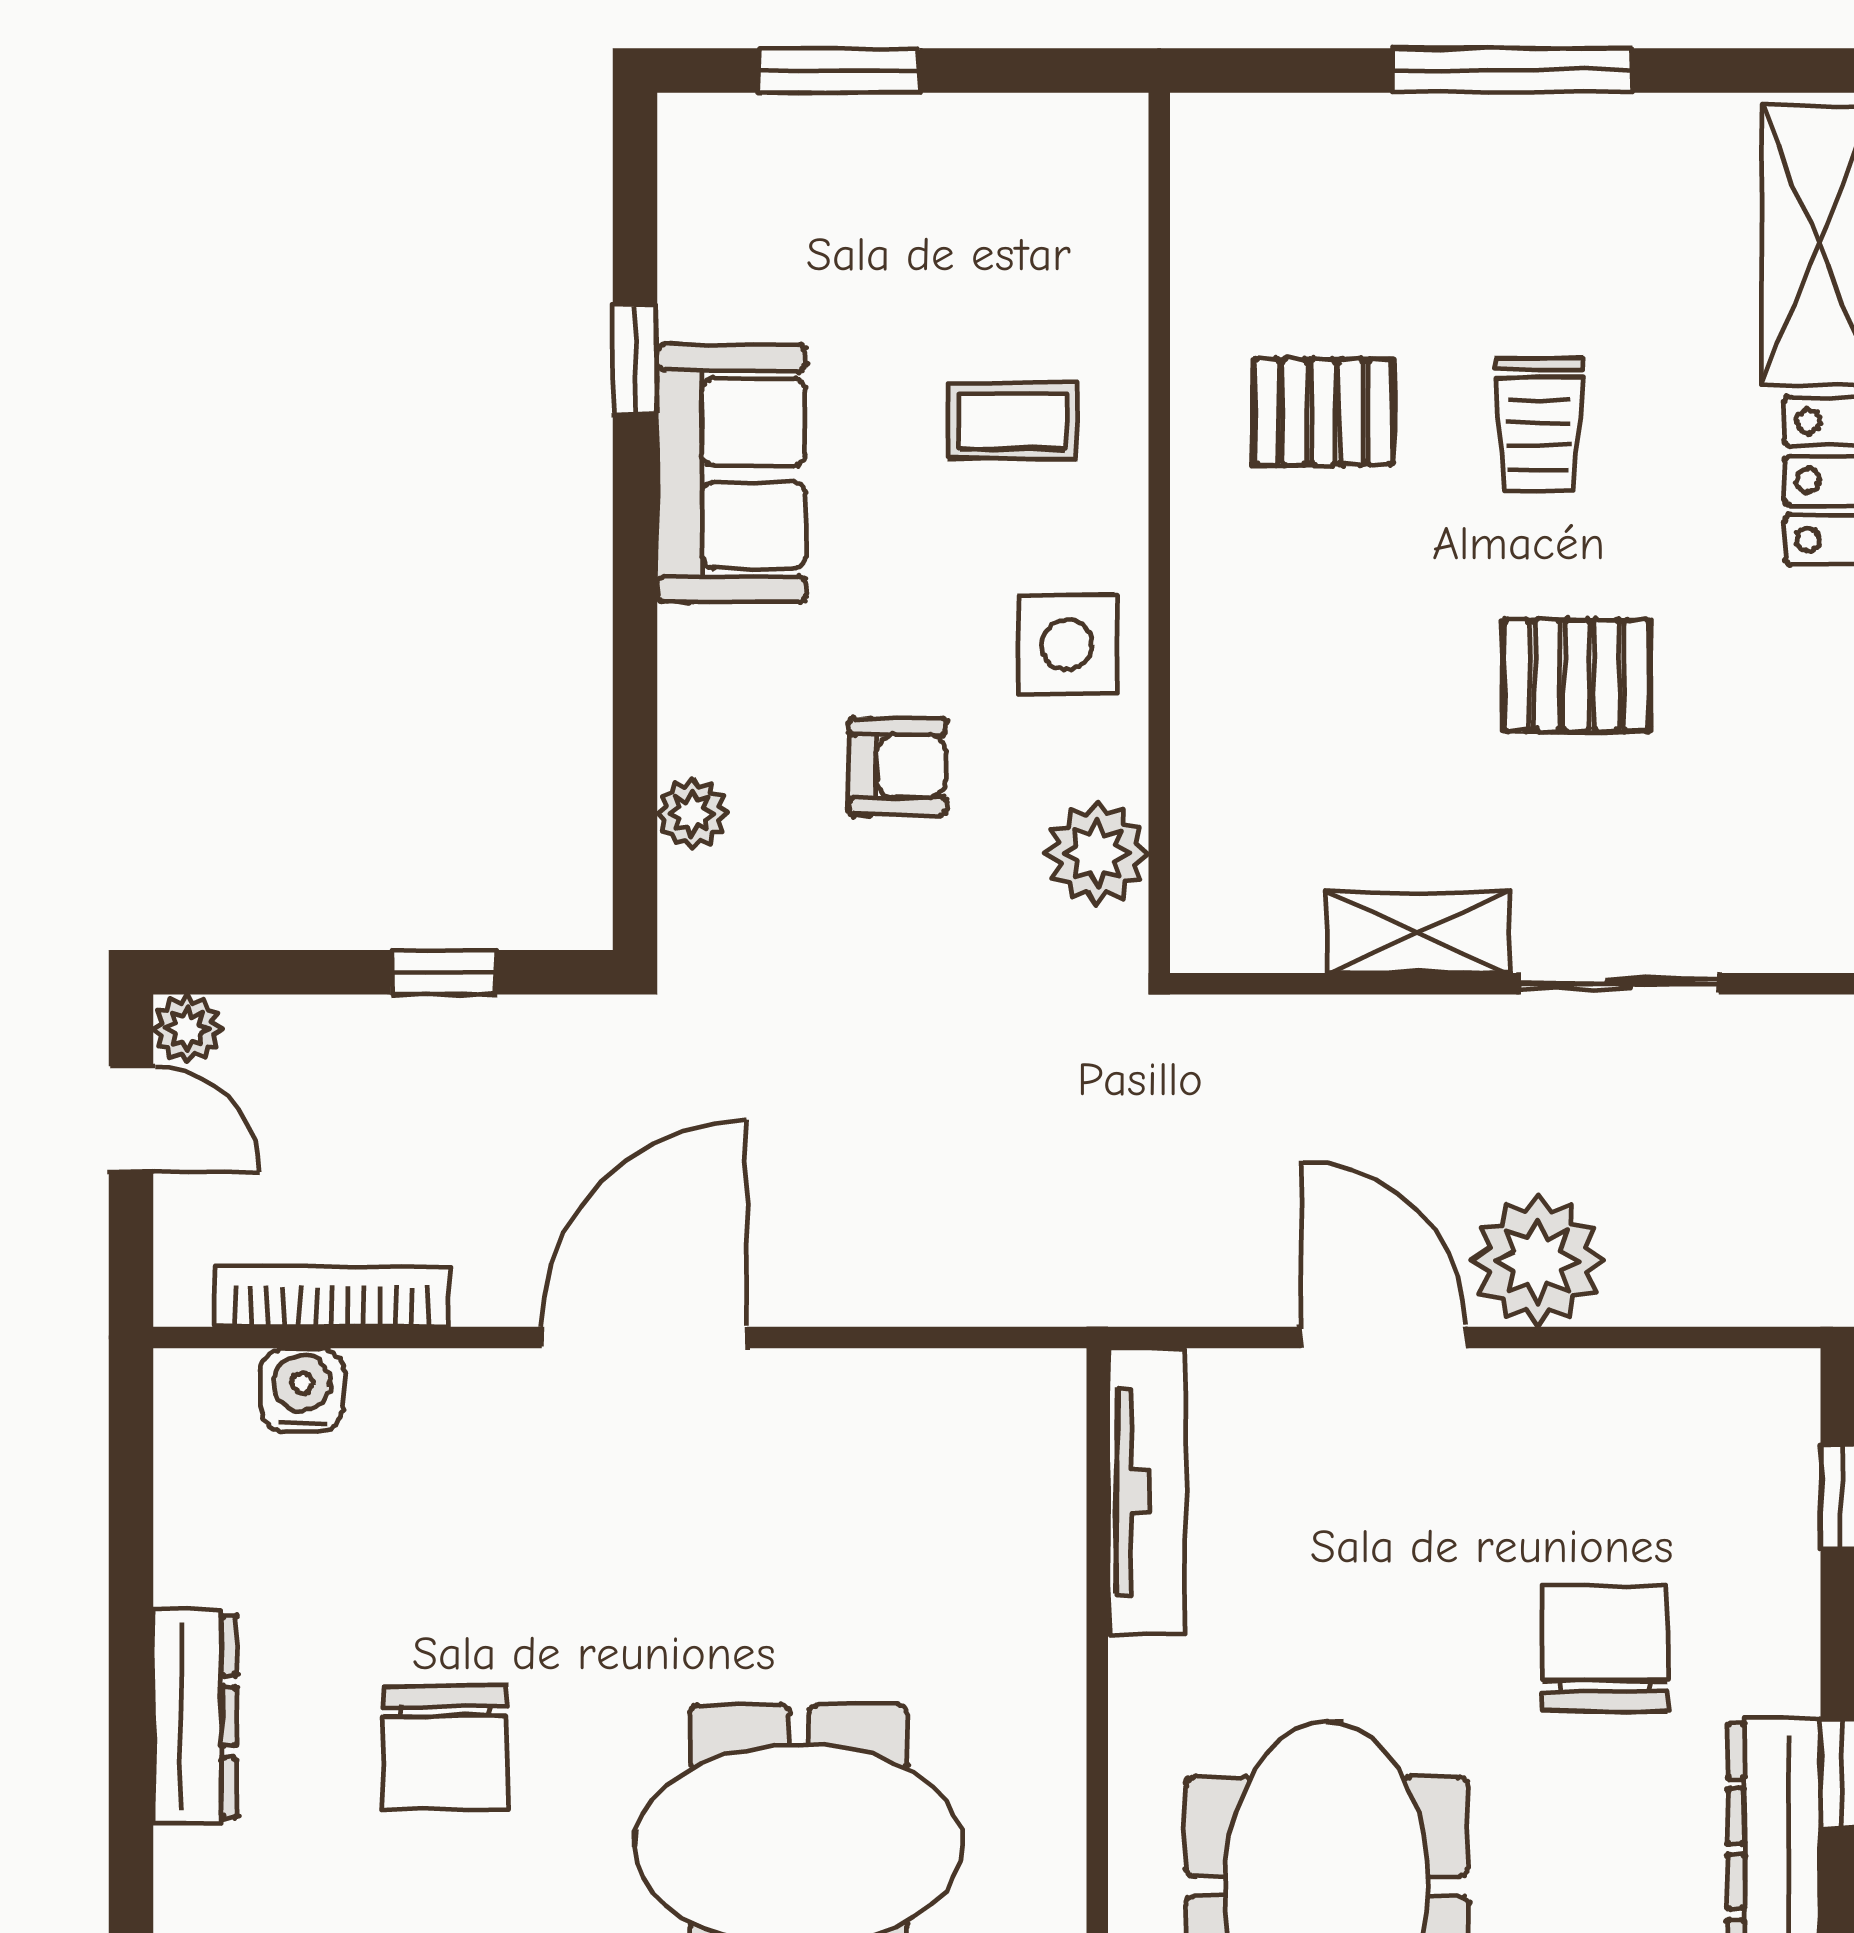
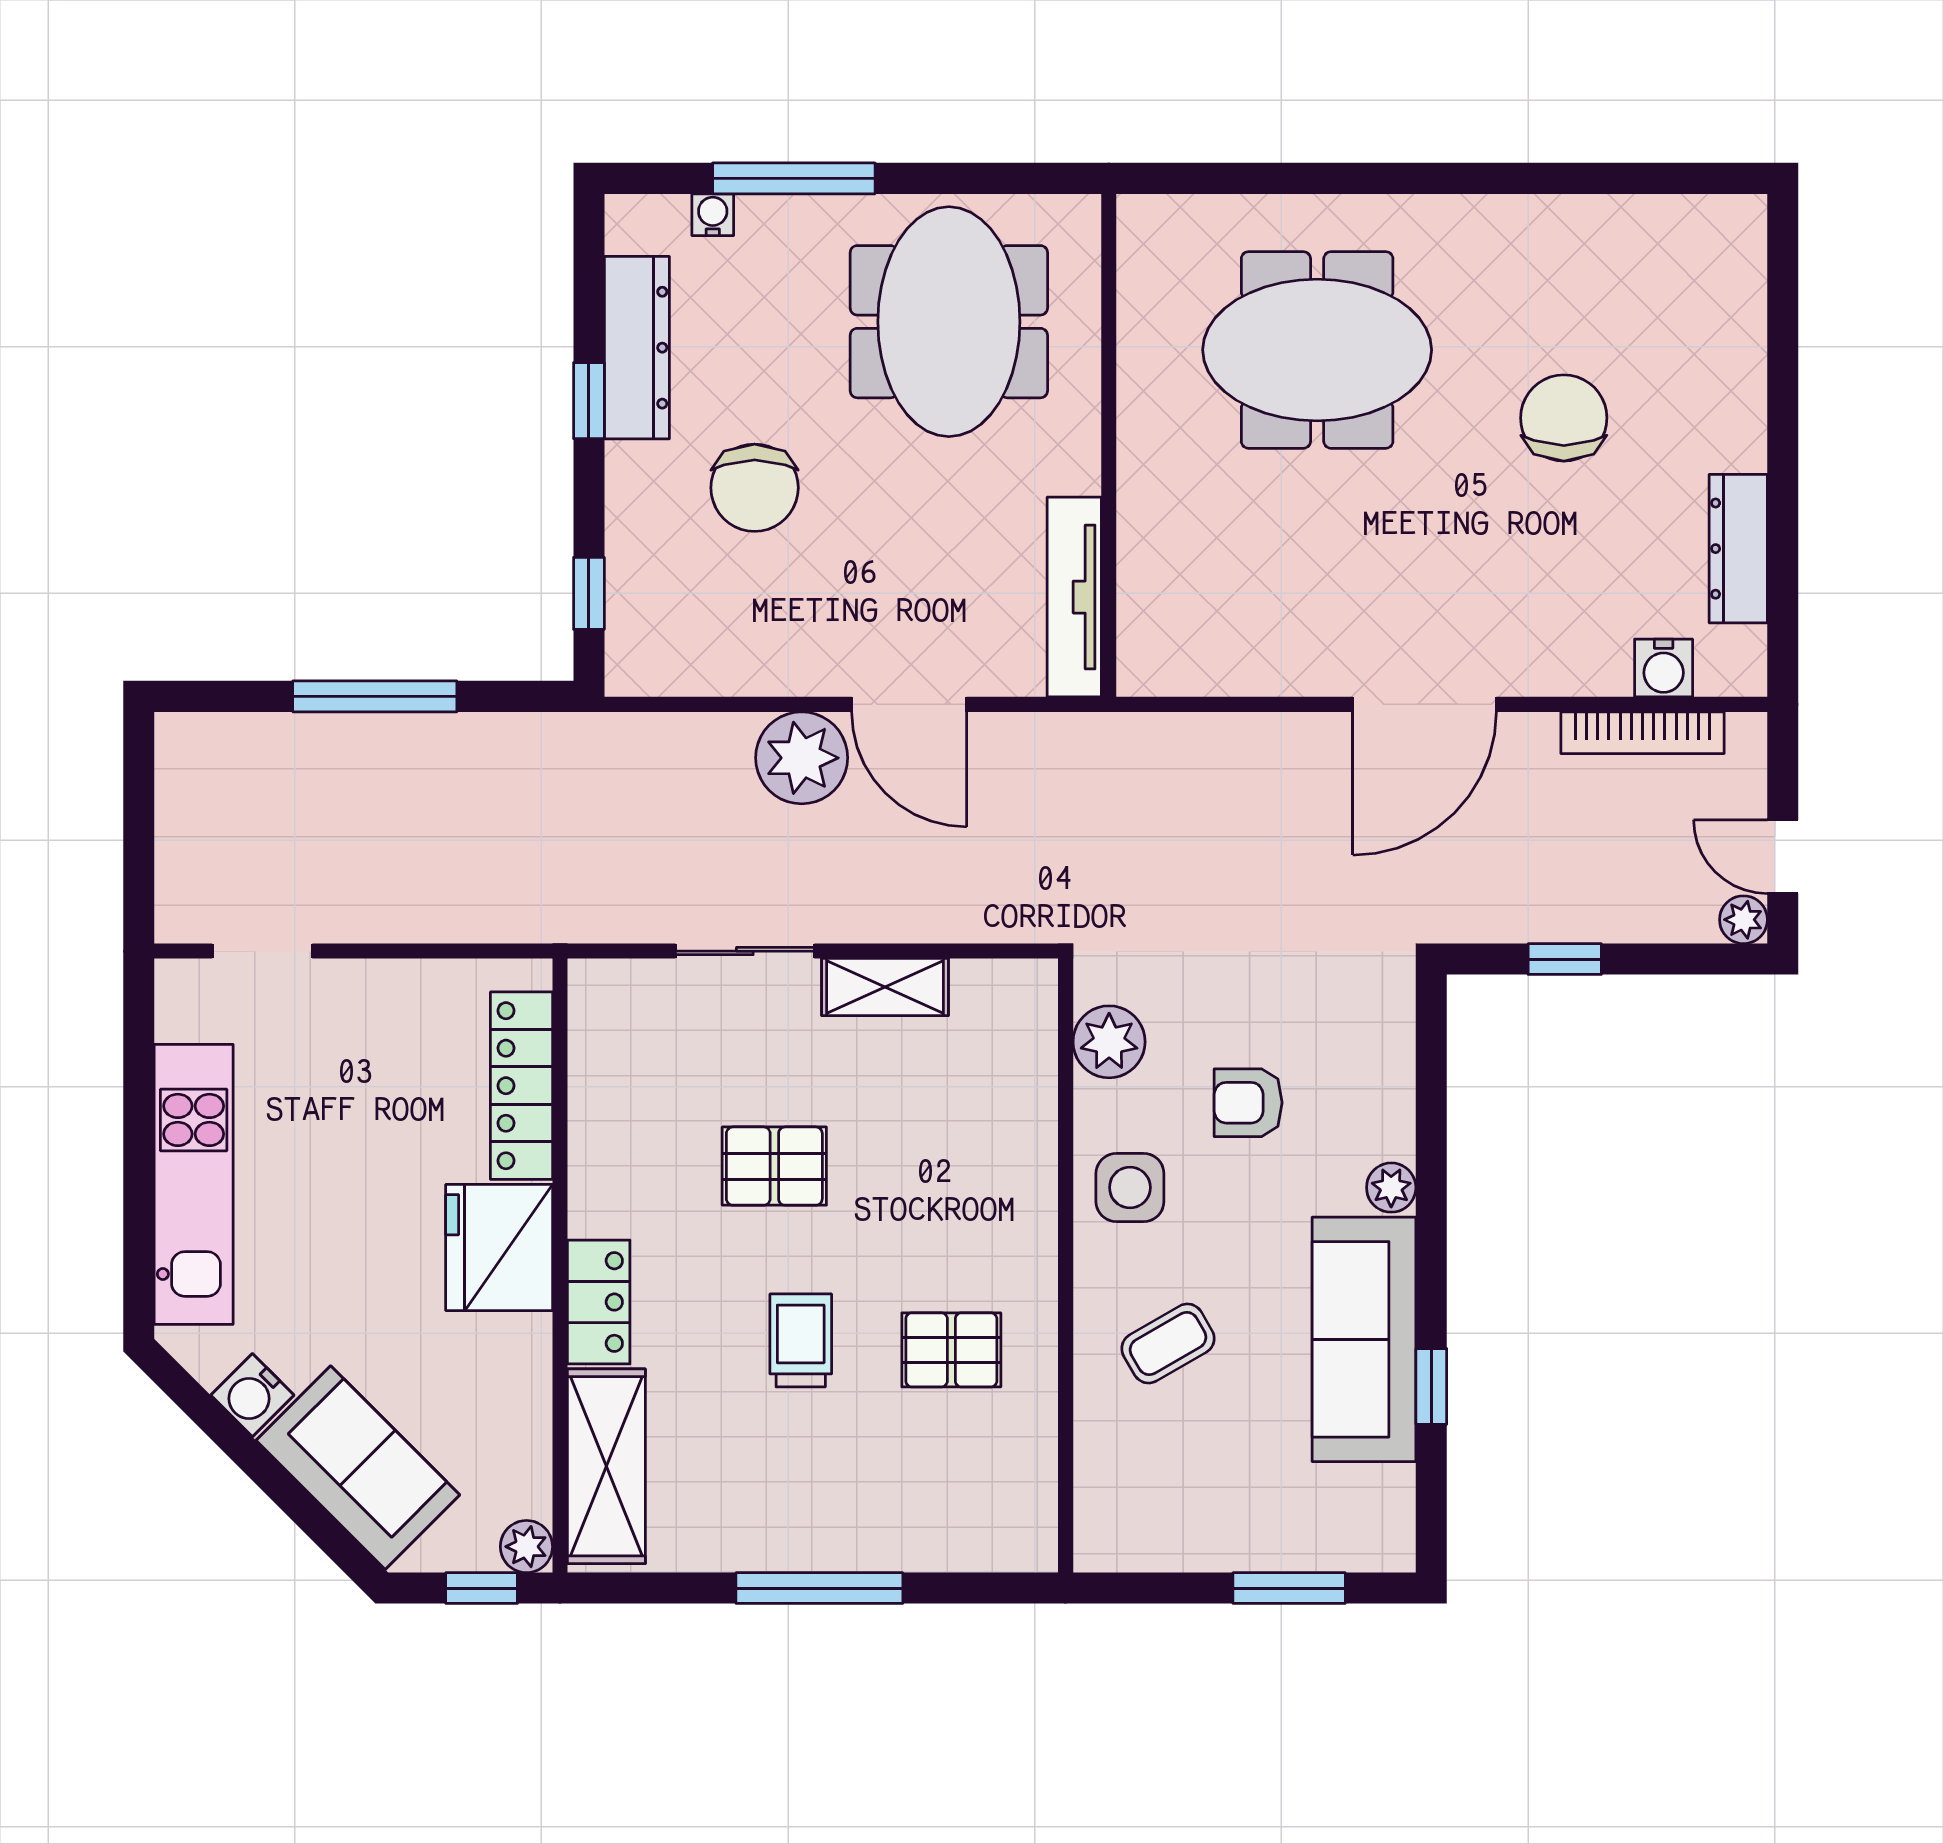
coffee table: (1012, 421) -> (1168, 1343), turned -30
sofa: (731, 473) -> (1364, 1339), width x1.36
plant: (692, 814) -> (1391, 1188), moved
dresser: (195, 1717) -> (1738, 549), moved

